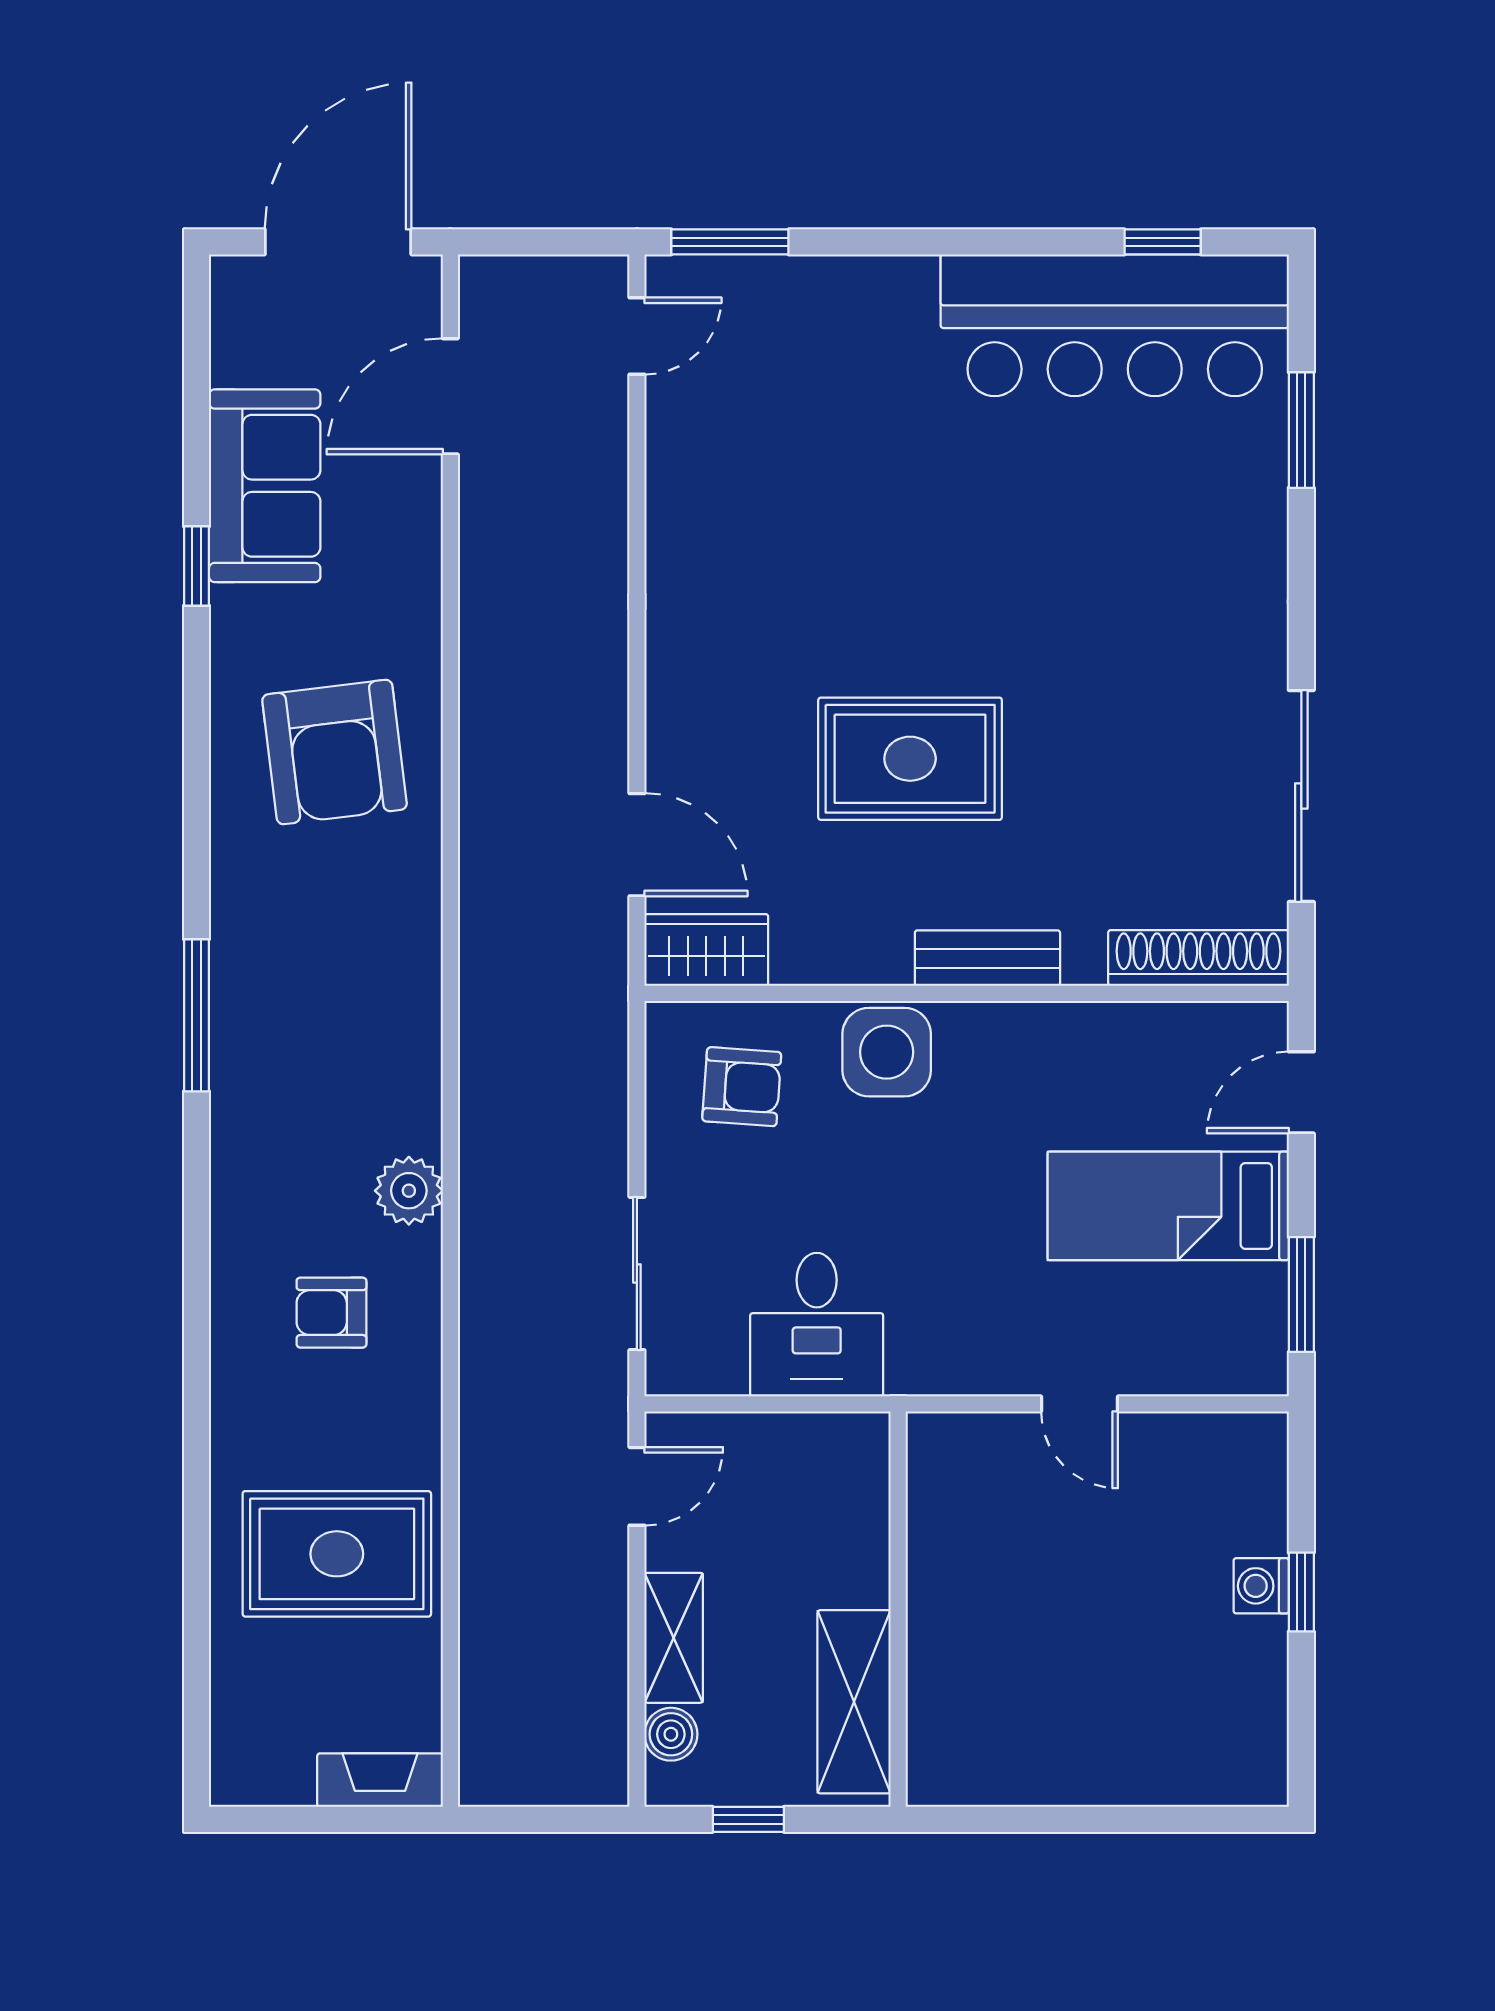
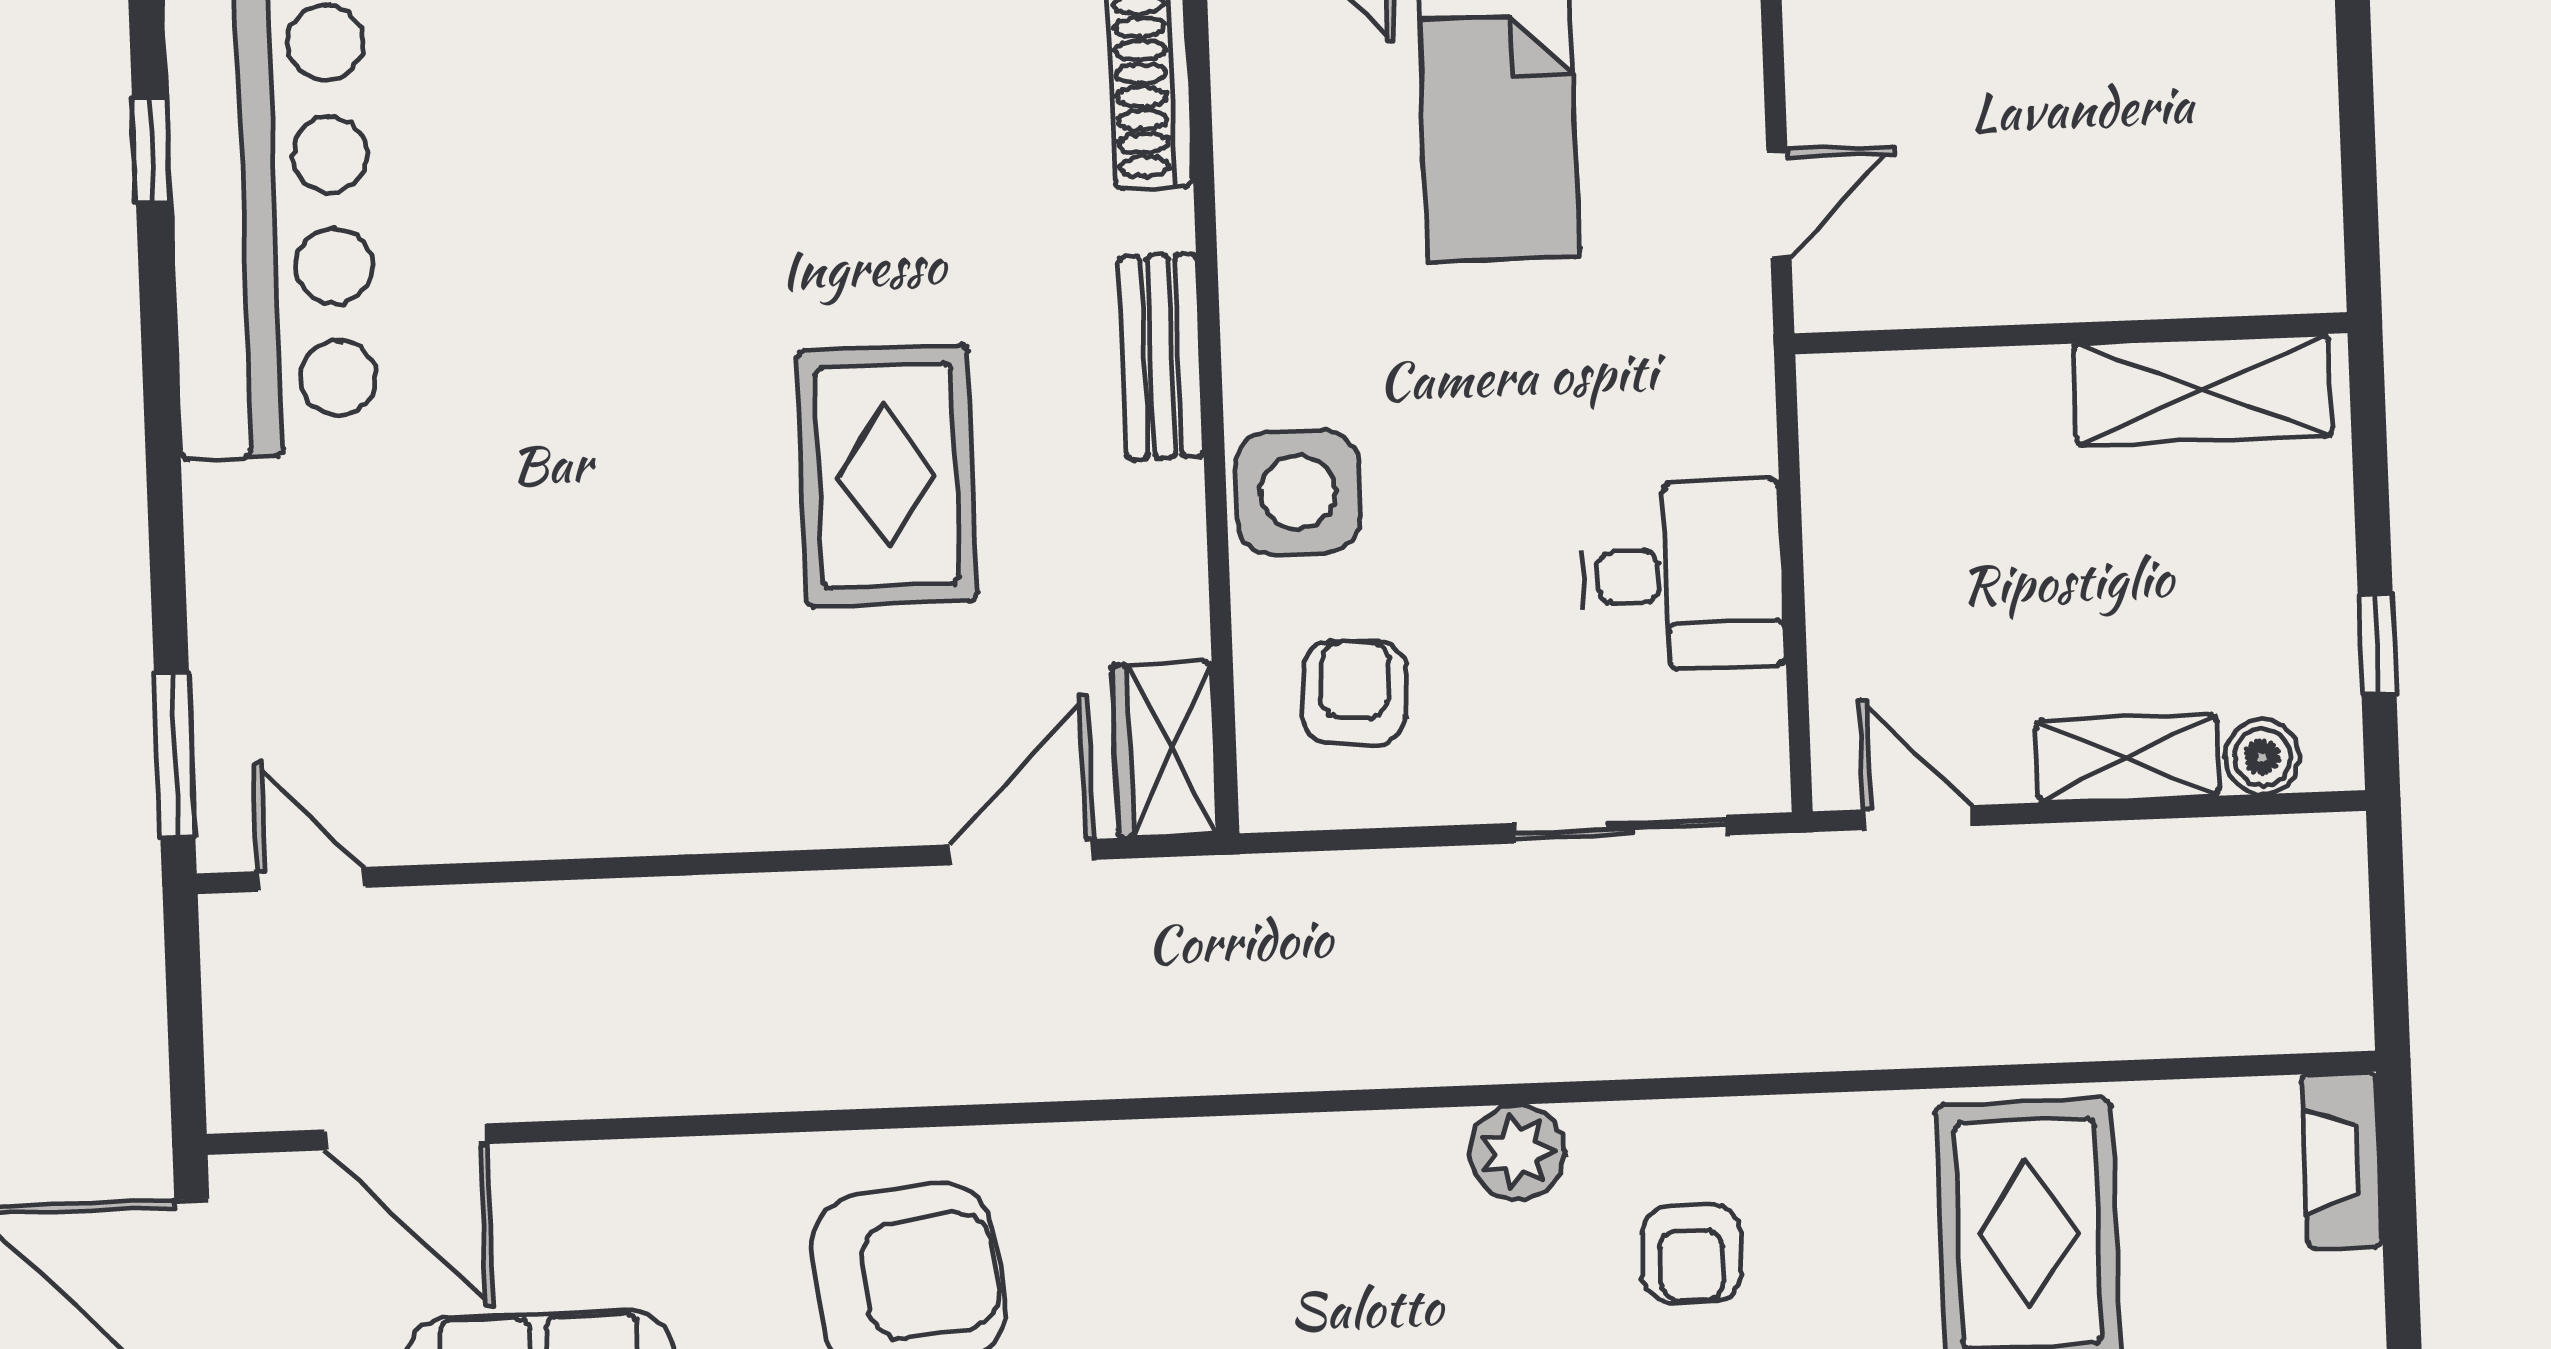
wall: (898, 1609) -> (2071, 333), moved
shelving: (854, 1702) -> (2203, 390), moved

